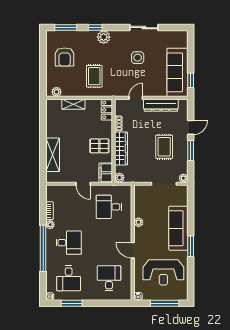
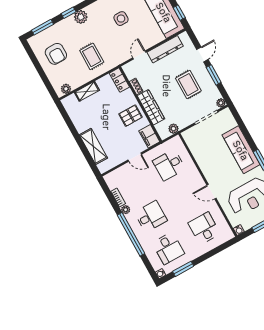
plant: (119, 178) -> (173, 129), moved
plant: (139, 222) -> (203, 164), removed

